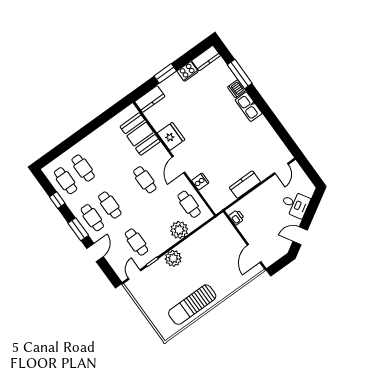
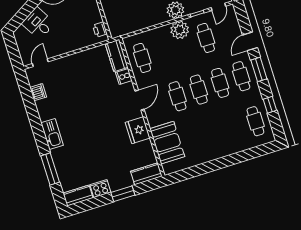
dishwasher: (237, 89) -> (38, 92), moved
cafe table: (83, 168) -> (199, 90), moved
kitchen counter: (245, 185) -> (117, 56), moved, turned 90
plant: (179, 230) -> (180, 30), moved

